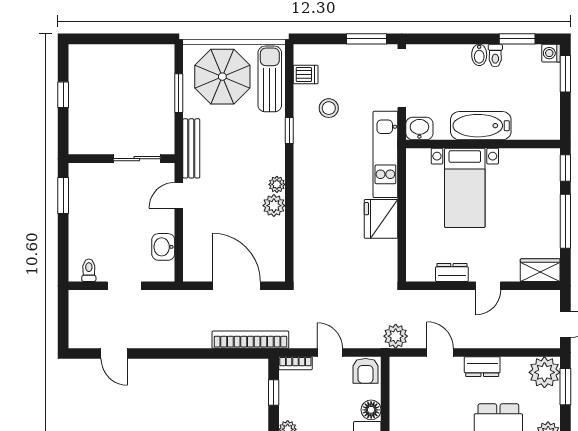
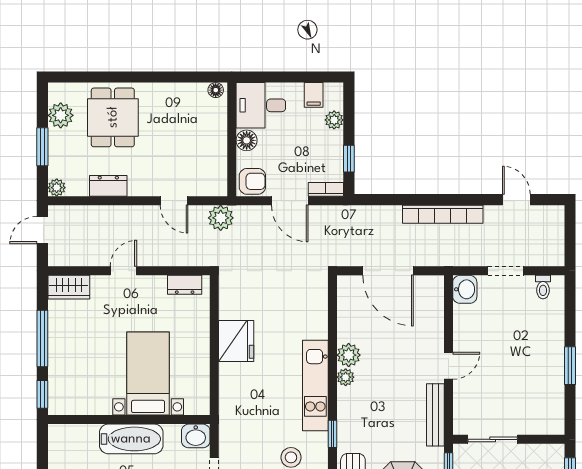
kitchen unit: (385, 154) -> (315, 386), moved, turned 180
wall: (121, 159) -> (509, 439), moved
sliding door: (137, 159) -> (493, 439), moved
washbasin: (163, 247) -> (465, 289), moved
dresser: (452, 272) -> (185, 285), moved
bookcase: (250, 340) -> (443, 214), moved
door: (330, 352) -> (290, 201), width x1.38
dresser: (482, 367) -> (108, 186), moved
armchair: (365, 371) -> (252, 181), turned 90
plant: (544, 372) -> (57, 188), width x0.53, depth x0.53
window: (565, 387) -> (42, 147), moved

